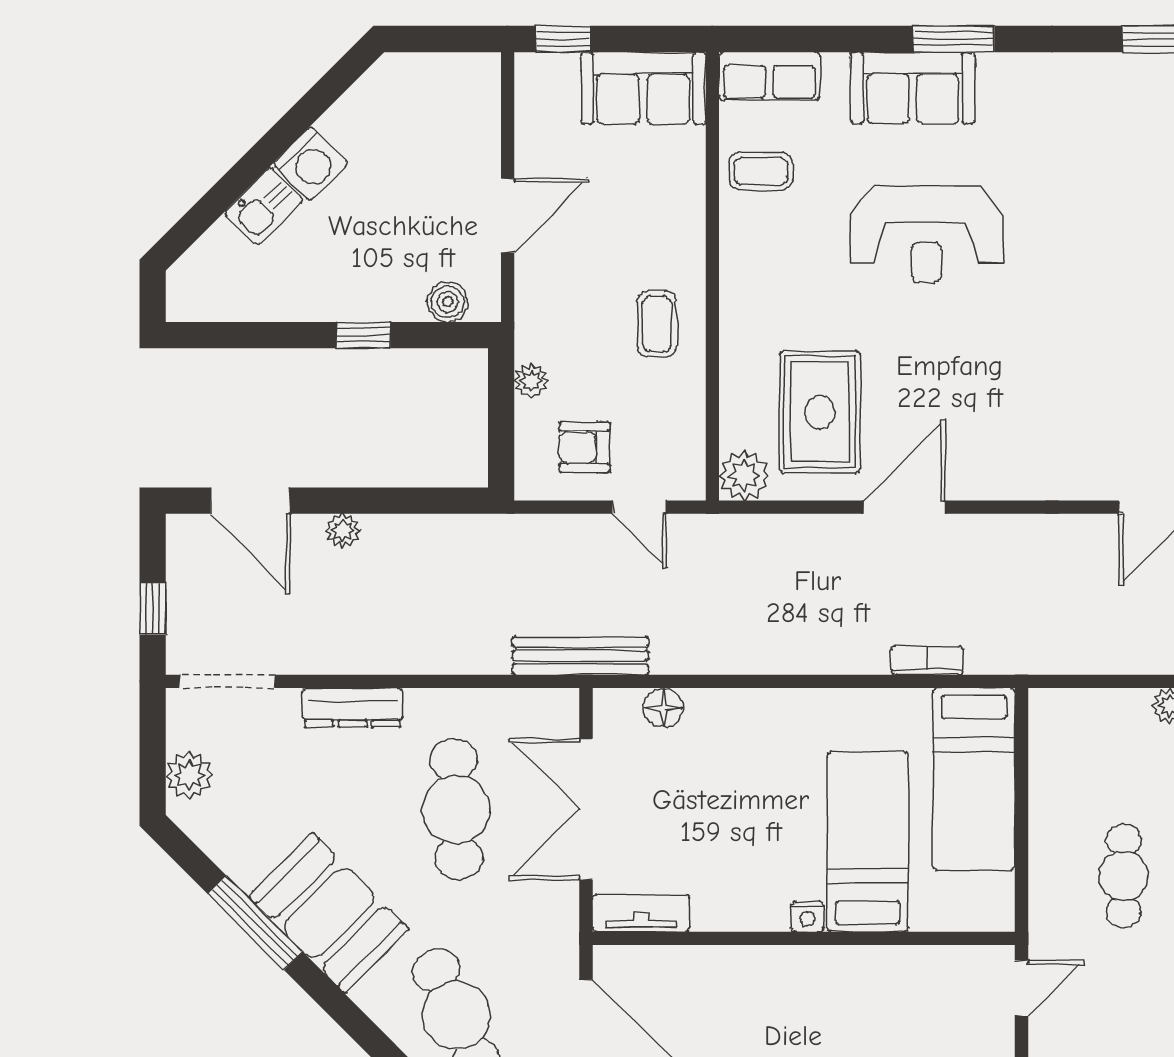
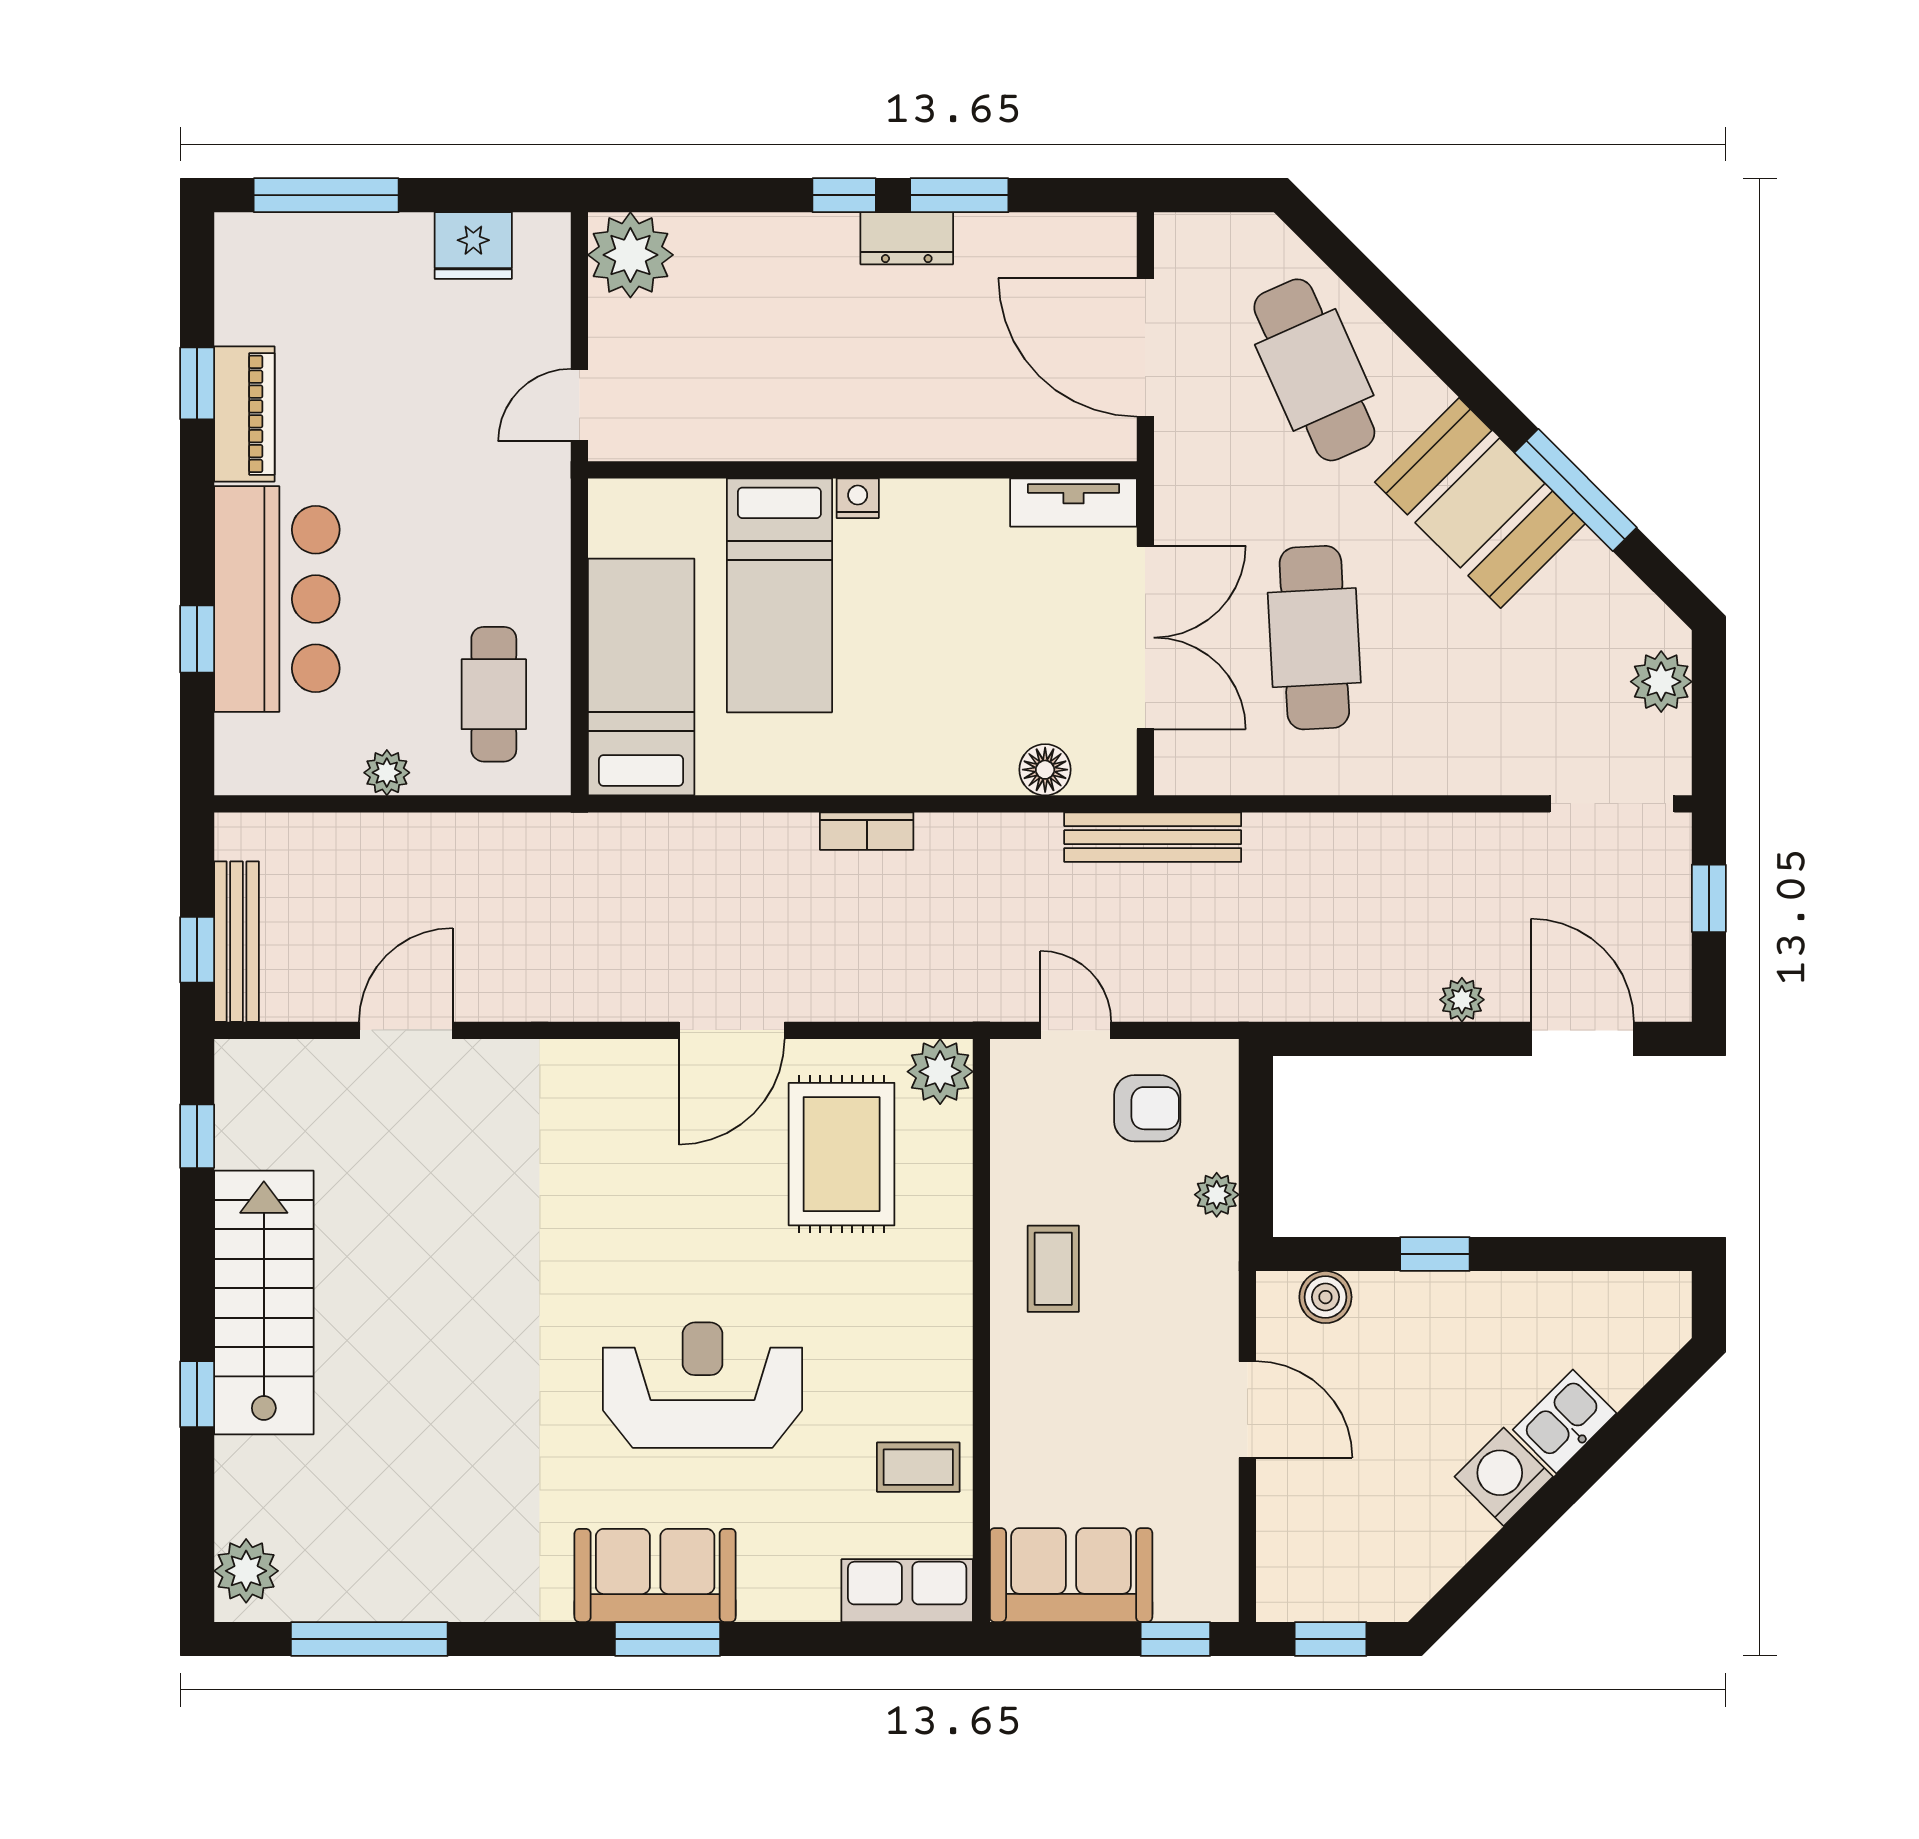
window: (444, 39) -> (1331, 1639), added
sofa: (913, 88) -> (655, 1575), moved
door: (508, 215) -> (1247, 1410), swing flipped
bookcase: (927, 660) -> (867, 831), moved
dresser: (353, 708) -> (1449, 770), removed
cafe table: (1123, 876) -> (494, 694), moved

